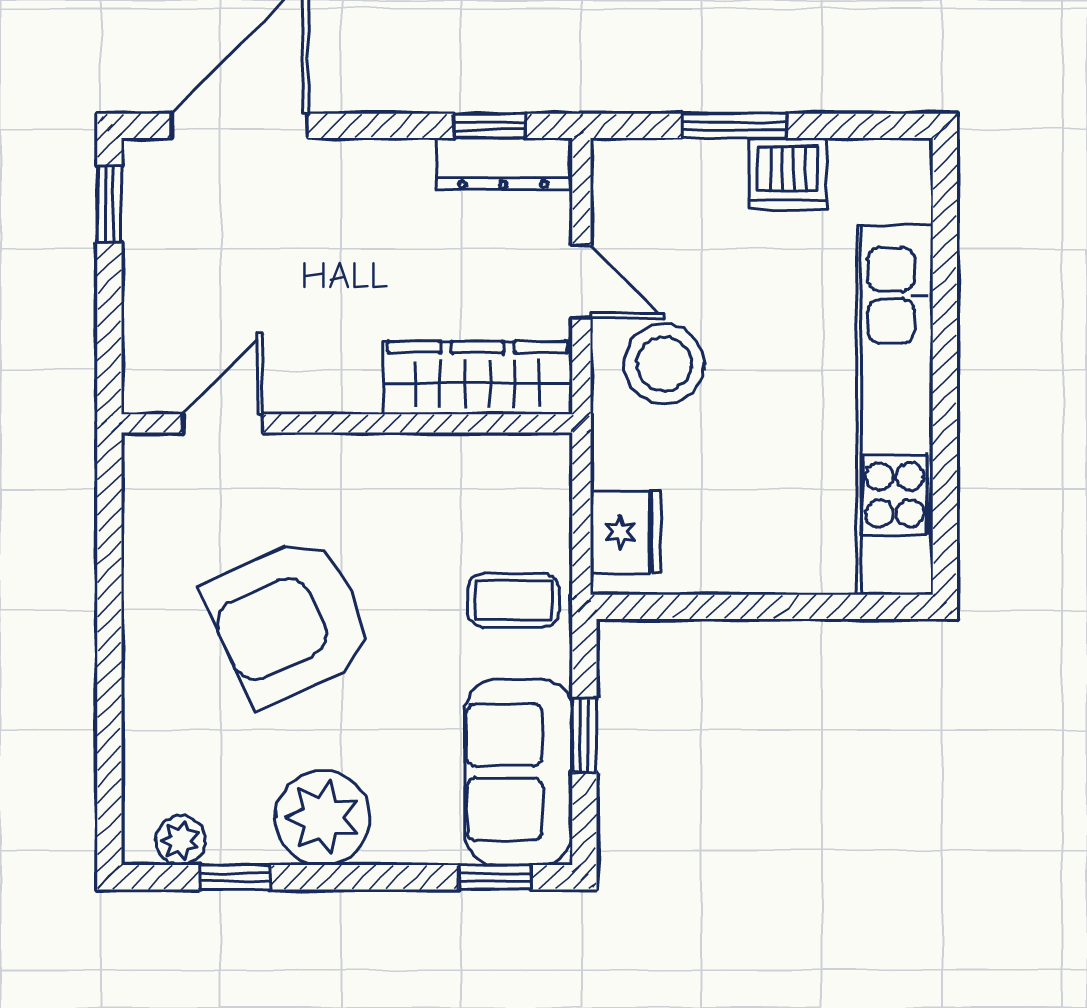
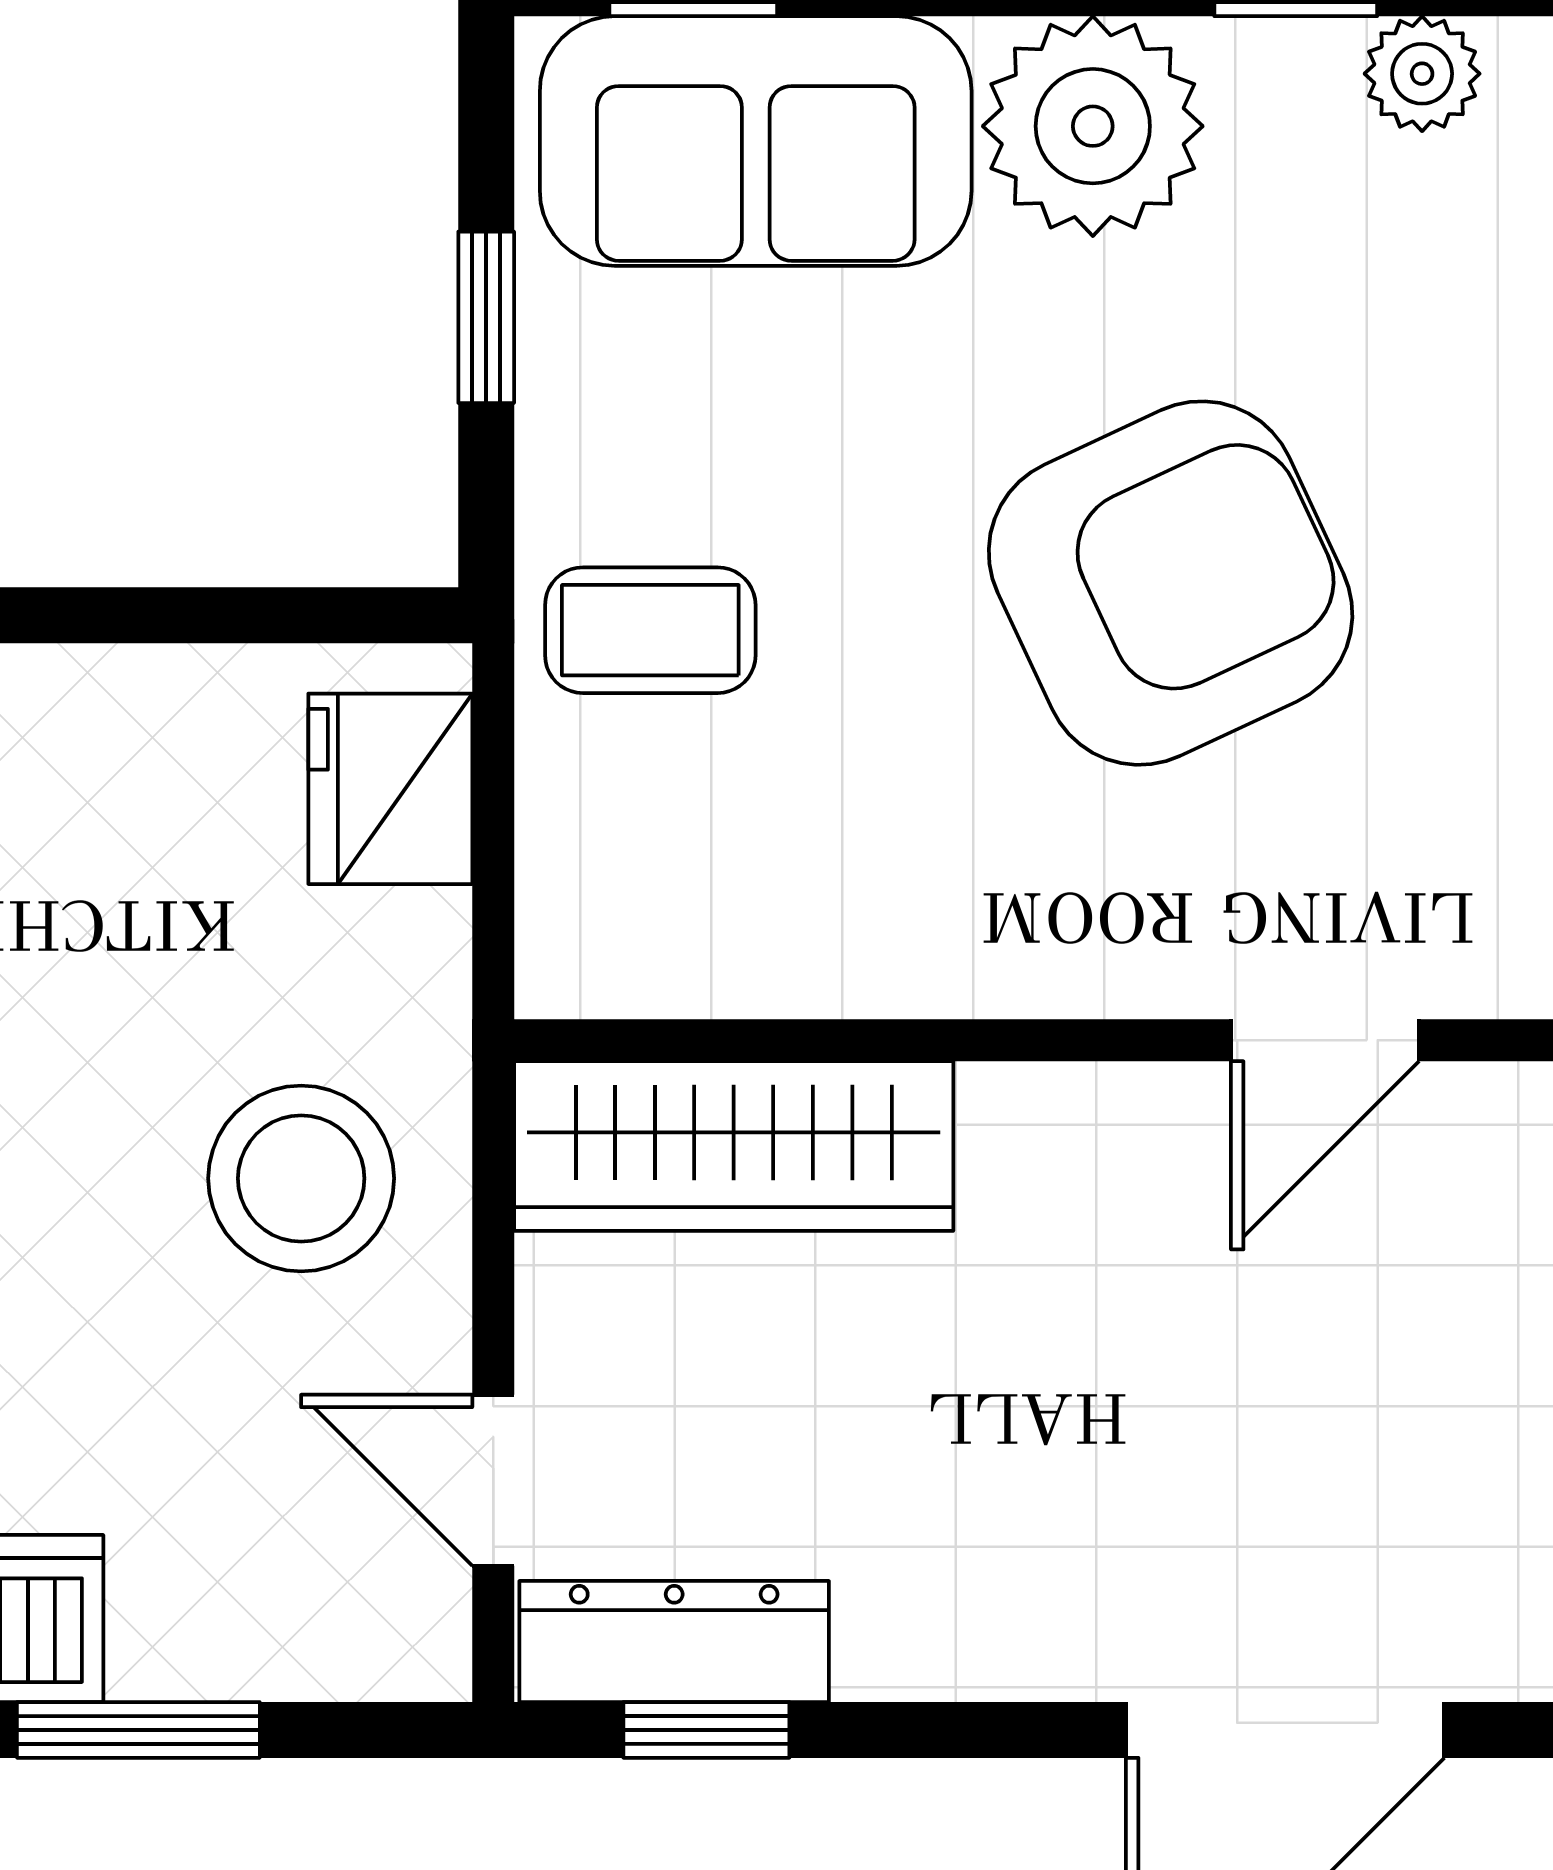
door: (581, 282) -> (493, 1480), moved
sofa: (518, 772) -> (756, 141), moved, turned 90

